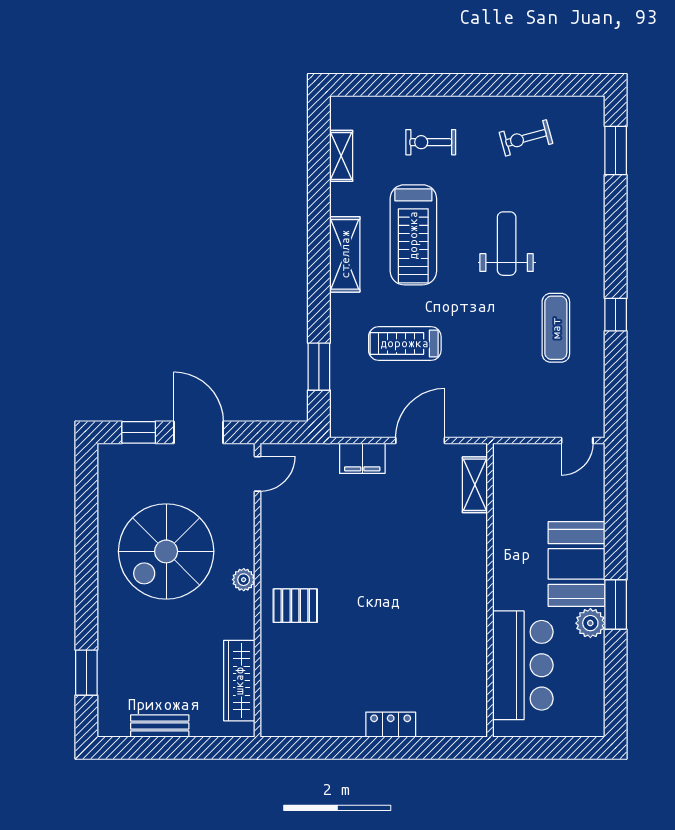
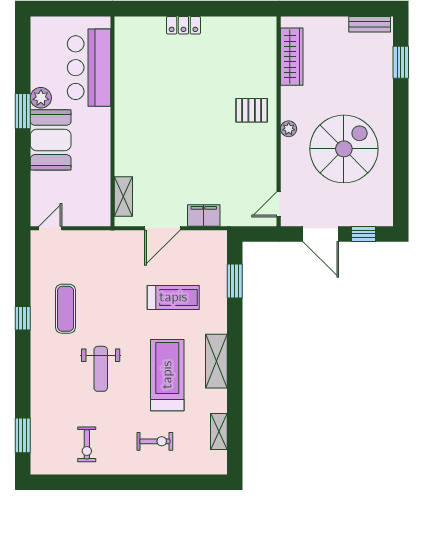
exercise bike: (526, 138) -> (87, 444), turned 105
bench: (160, 726) -> (370, 24), moved

